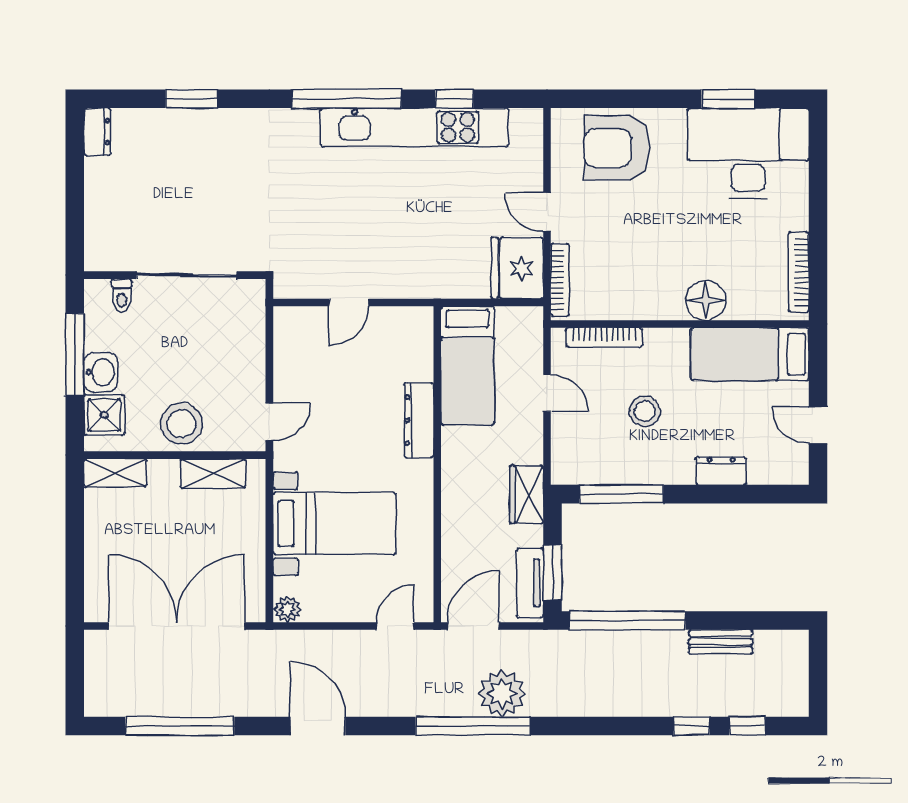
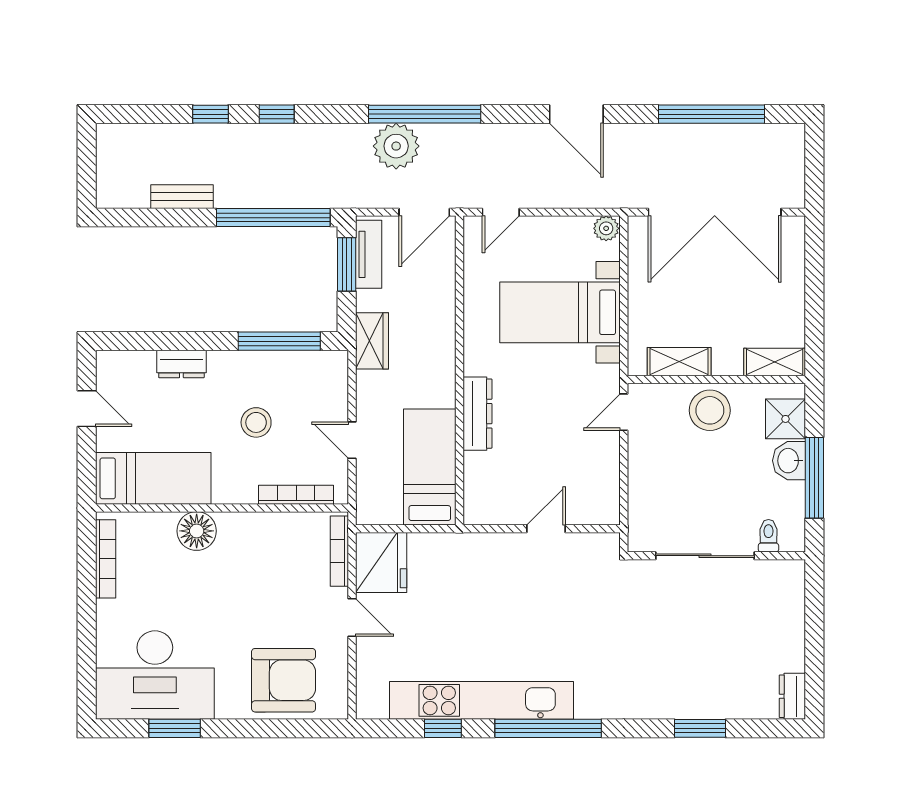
window: (747, 726) -> (277, 114), moved

